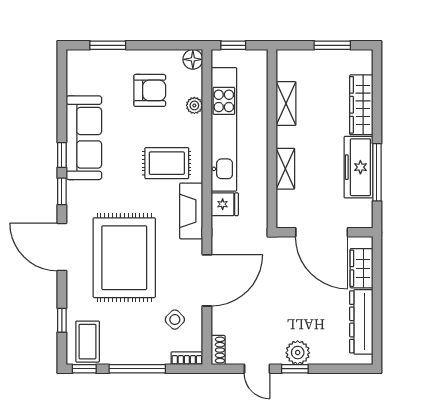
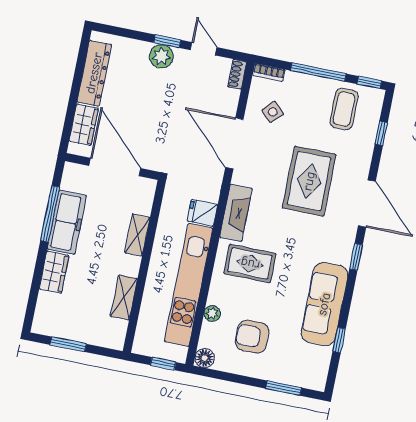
wardrobe: (361, 105) -> (54, 272), width x0.67
window: (62, 155) -> (339, 340), moved
rug: (124, 258) -> (309, 181), width x0.73, depth x0.69
door: (207, 280) -> (234, 143), hinge flipped
coffee table: (88, 342) -> (344, 109), moved

